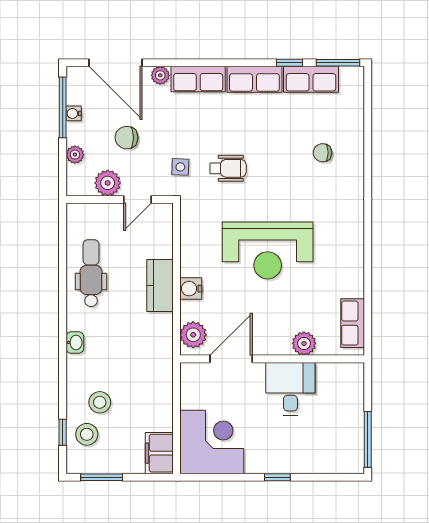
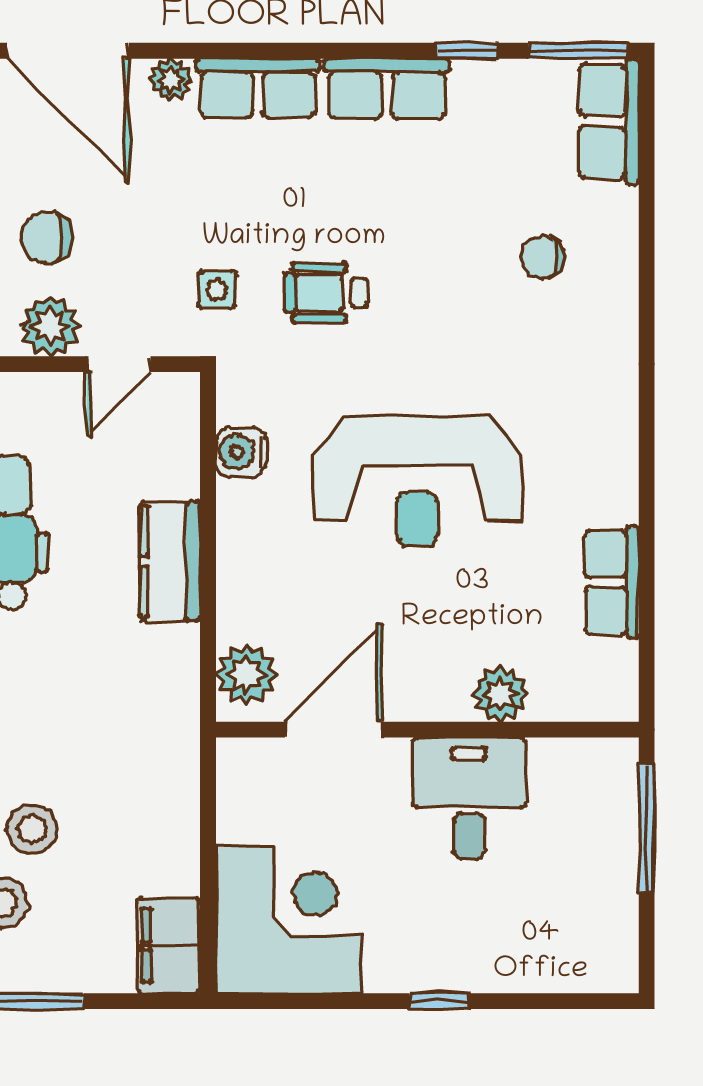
row of seats: (311, 79) -> (609, 122), moved, turned 90
chair: (127, 138) -> (46, 238), moved
wheelchair: (228, 168) -> (326, 293), turned 180
water cooler: (191, 289) -> (241, 452), moved
row of seats: (353, 323) -> (612, 582), moved
window: (368, 439) -> (647, 828), moved

